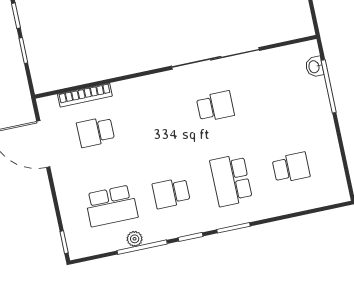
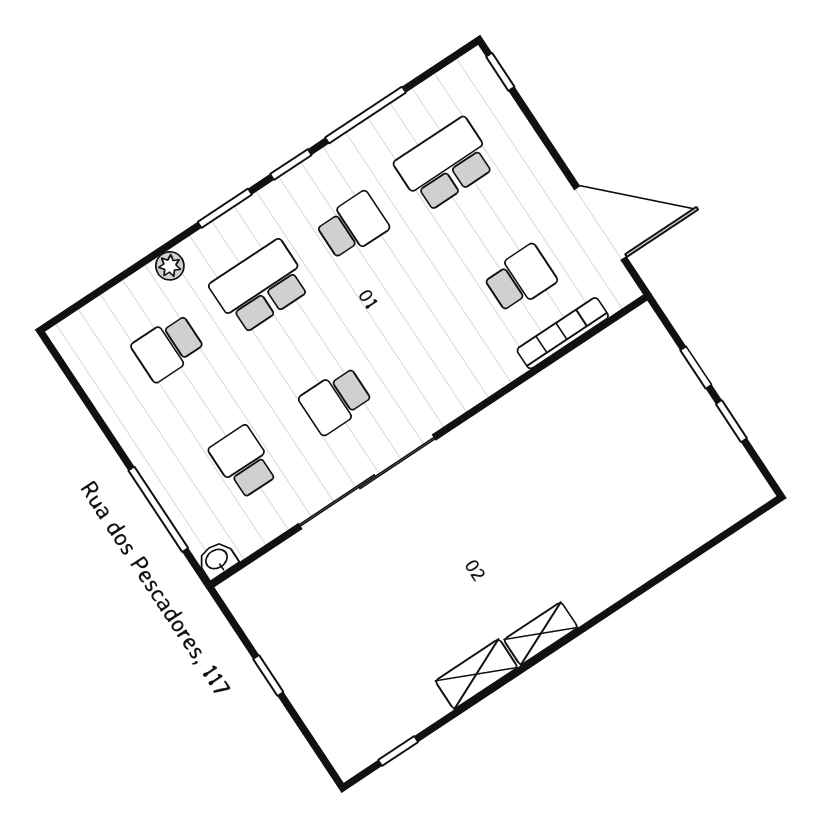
washbasin: (314, 67) -> (217, 560), moved, turned -90
school desk: (275, 94) -> (243, 462), added
school desk: (231, 180) -> (260, 287), turned -90
plant: (135, 239) -> (170, 266), moved

